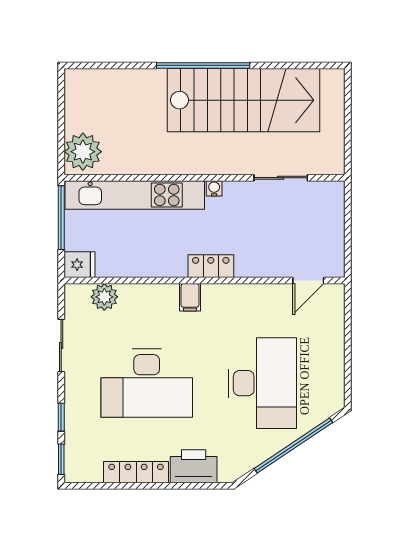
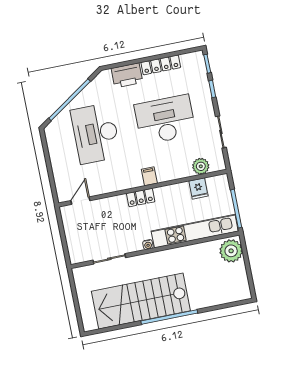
fridge: (79, 265) -> (198, 188), moved, turned -90

